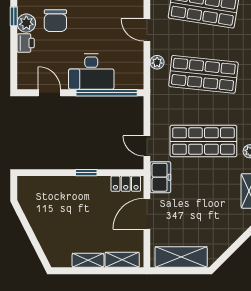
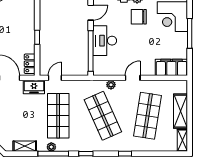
shop shelf: (203, 74) -> (103, 116), turned -30

